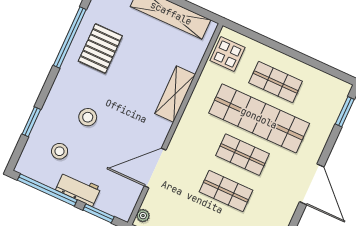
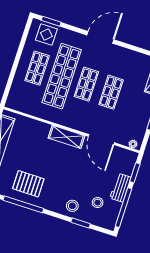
display table: (227, 54) -> (46, 34), moved
shelving: (175, 94) -> (67, 137), moved
stool: (88, 117) -> (72, 206), moved

